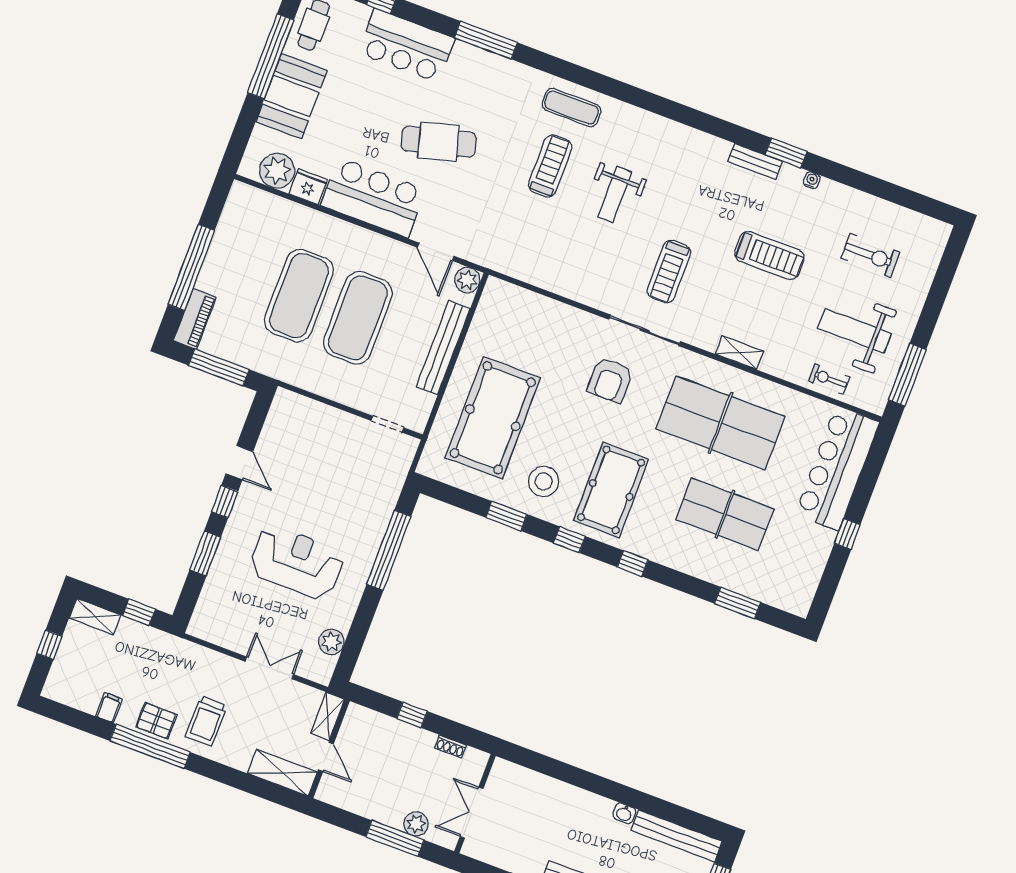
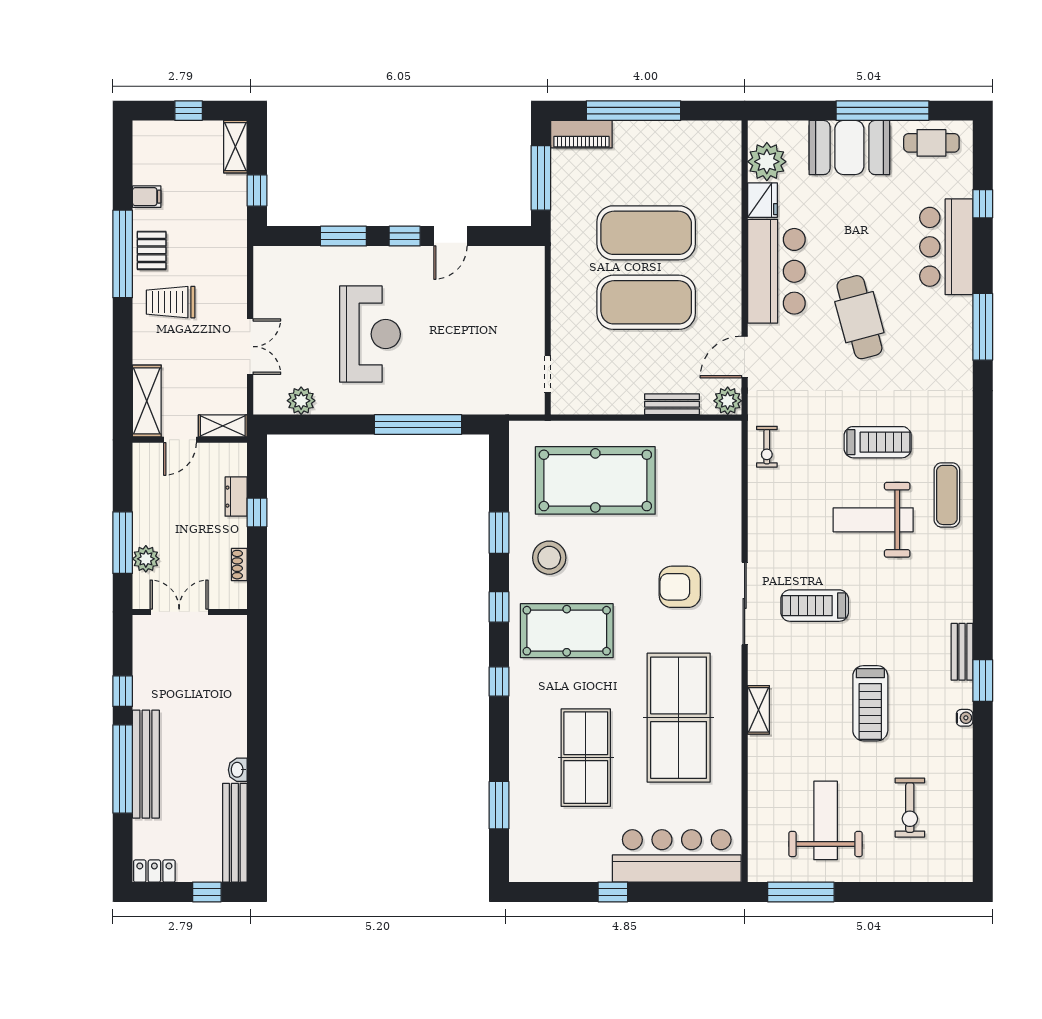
exercise mat: (572, 108) -> (947, 495), moved
weight bench: (615, 195) -> (873, 520), width x1.36, depth x1.33
bench: (443, 348) -> (672, 404), width x0.54, depth x0.82
exercise bike: (829, 379) -> (767, 447), moved, turned 180
dresser: (392, 728) -> (236, 497), added

